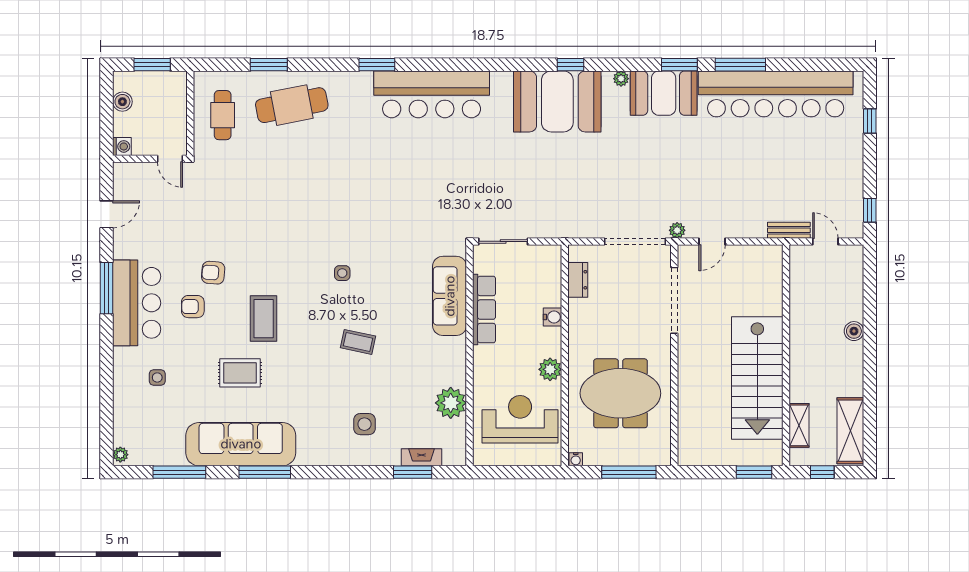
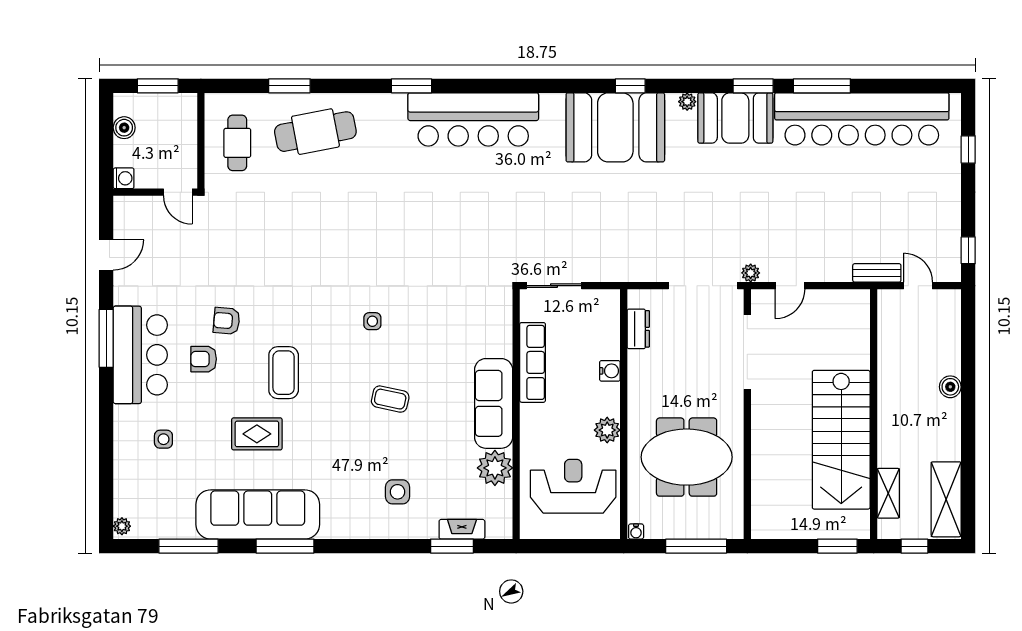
sofa: (450, 296) -> (494, 403), moved

